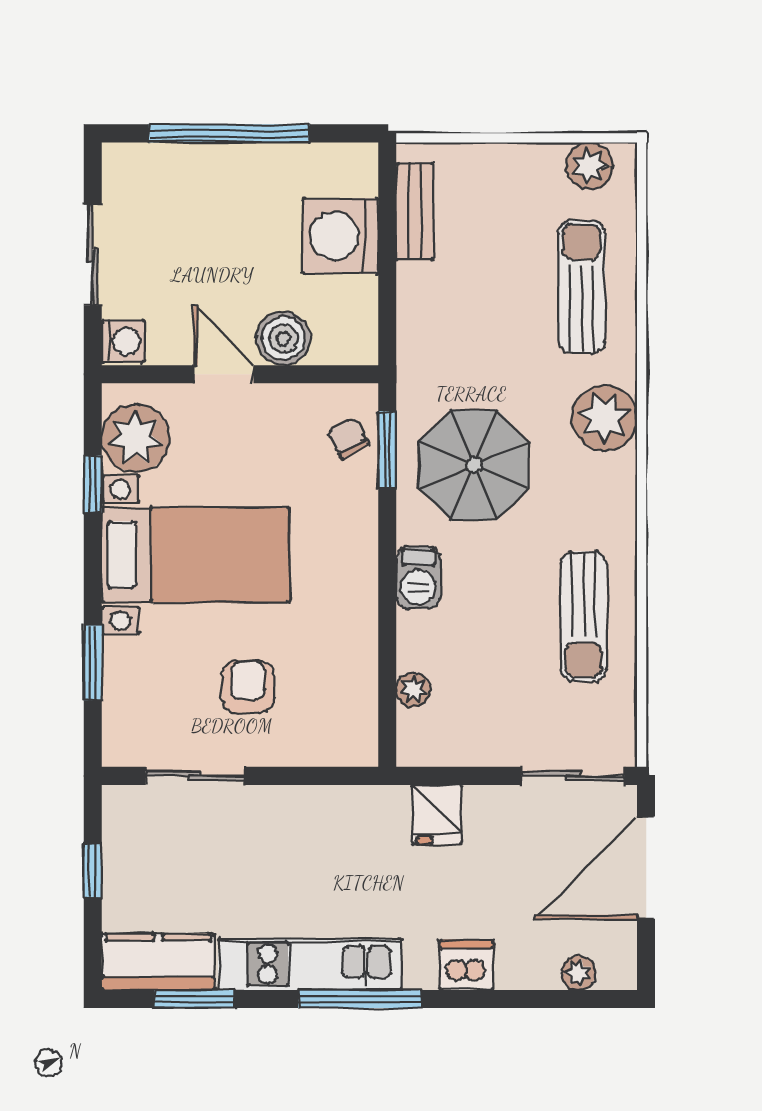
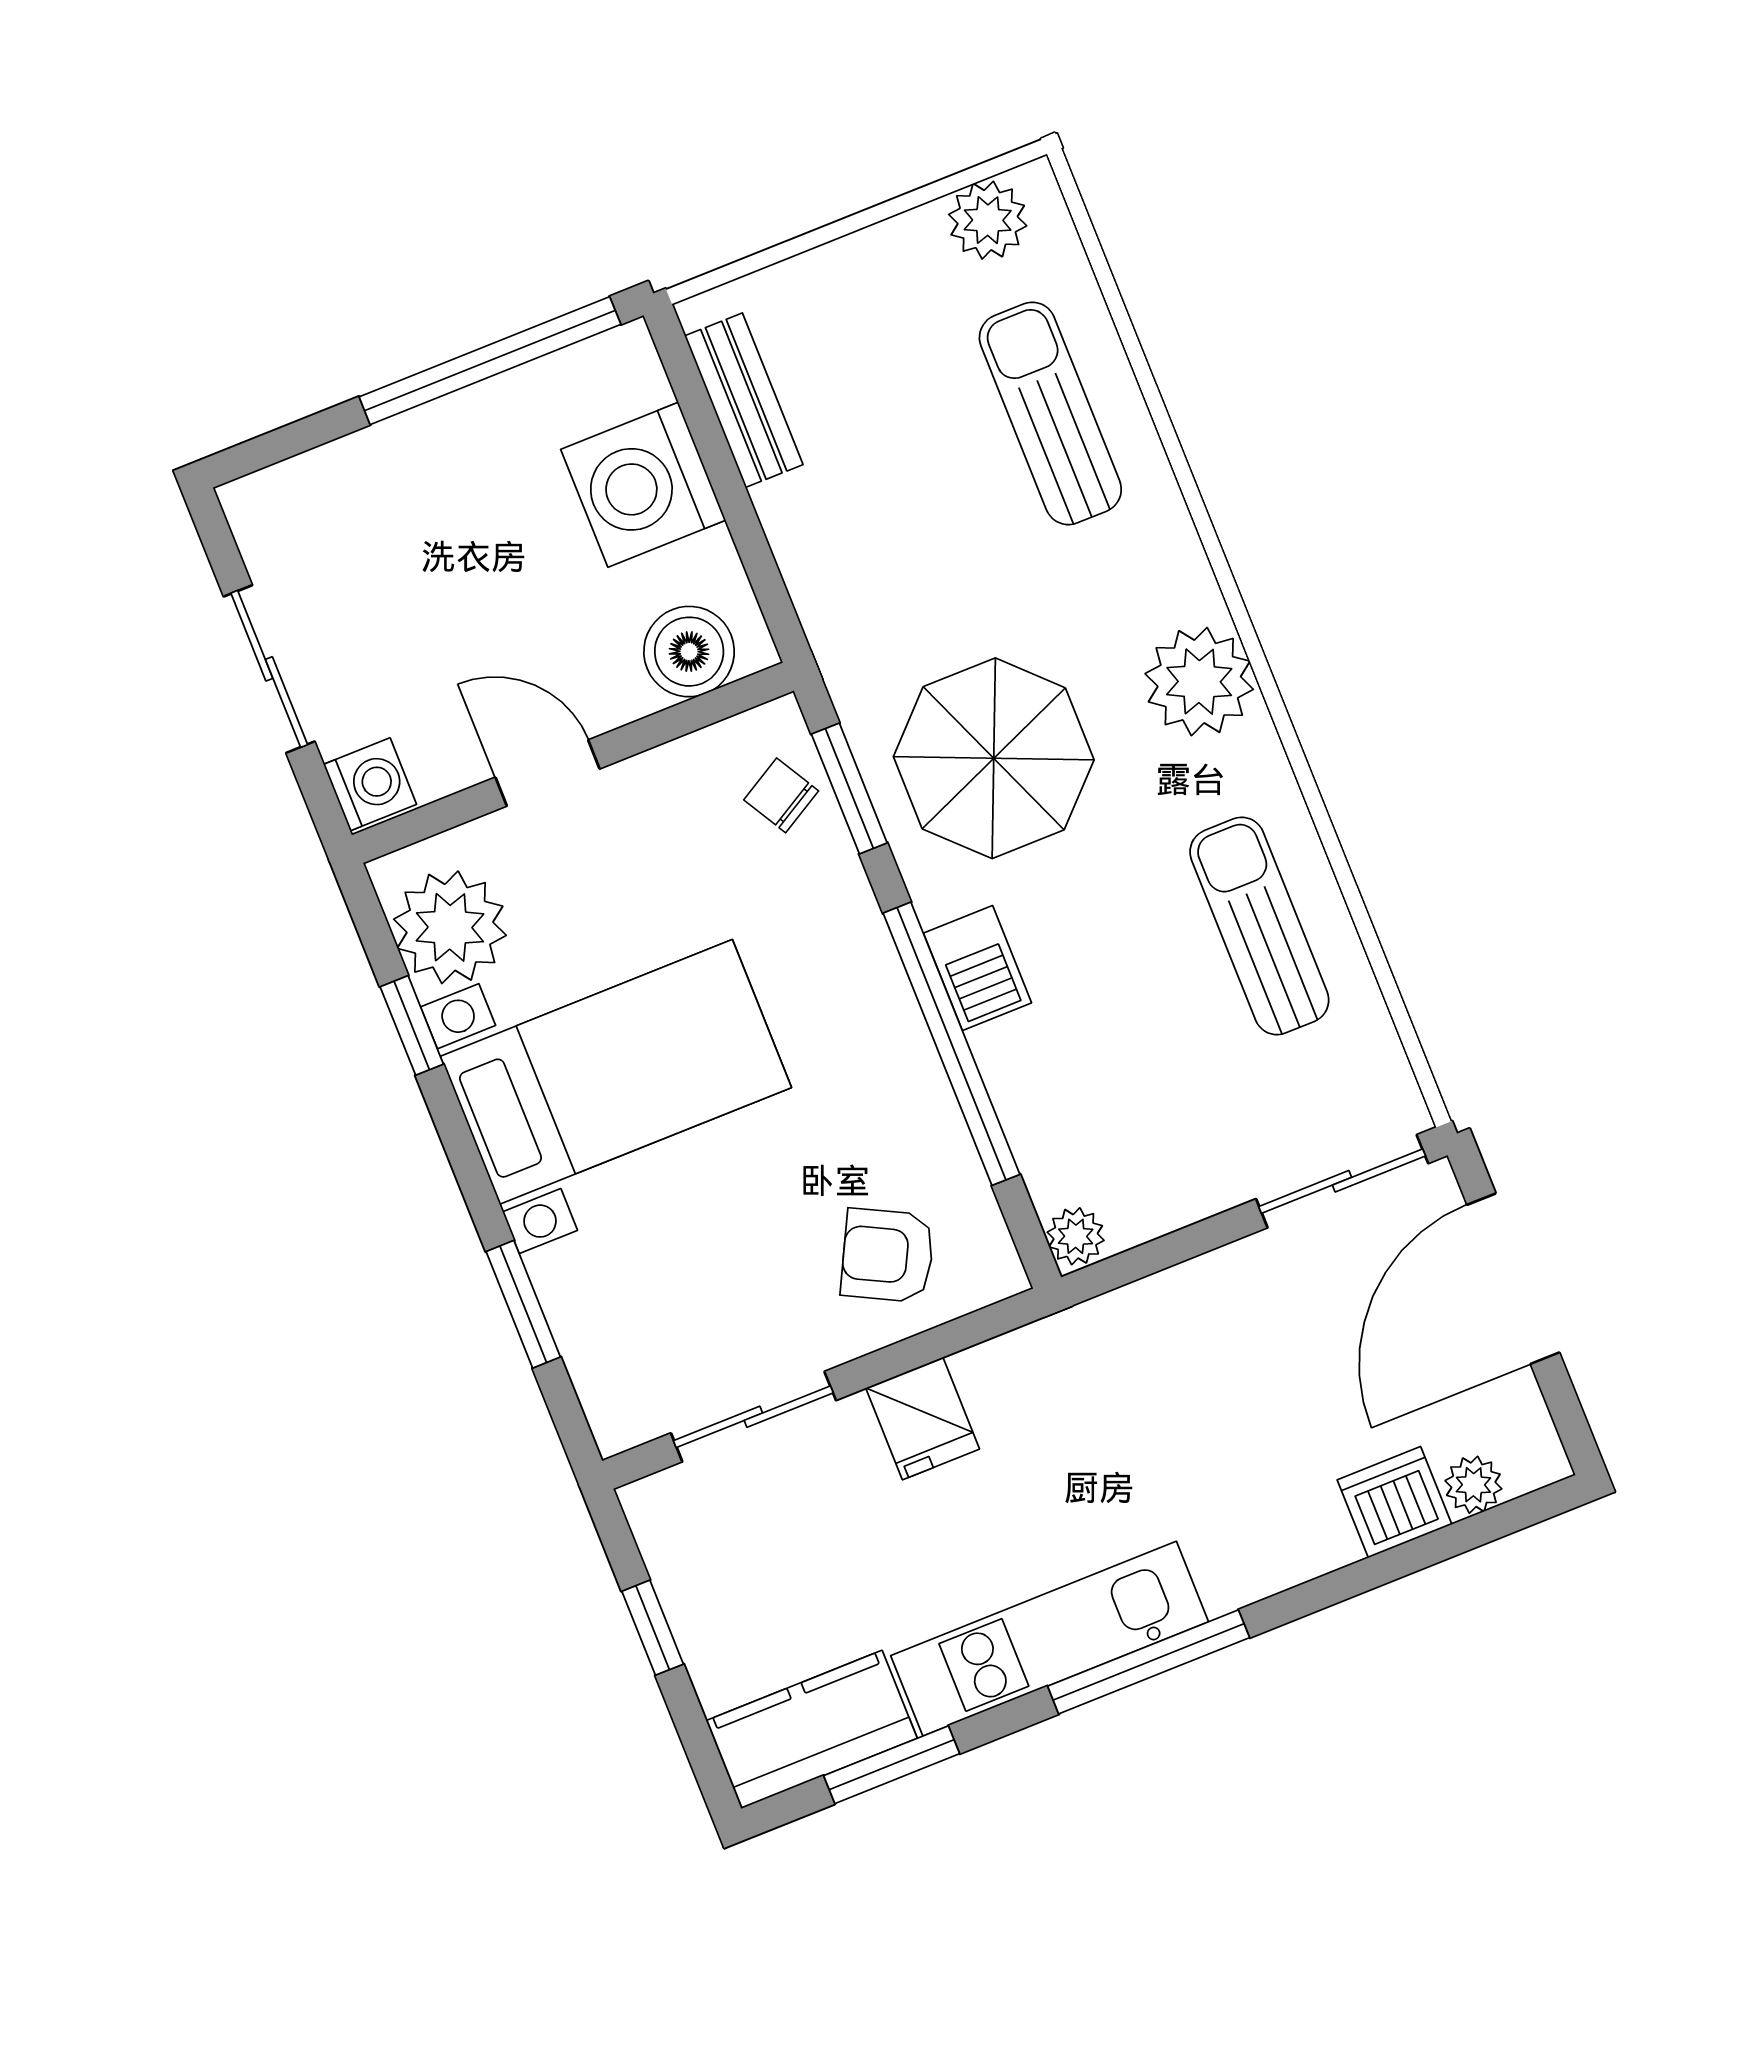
window: (229, 133) -> (490, 361), moved
boiler: (283, 338) -> (689, 652), moved
plant: (604, 418) -> (1199, 682), moved
window: (387, 613) -> (951, 1044), added
sun lounger: (584, 616) -> (1259, 926), turned 180
armchair: (248, 687) -> (888, 1255), moved, turned -63
plant: (413, 690) -> (1076, 1236), moved
fridge: (437, 814) -> (923, 1418), moved
dishwasher: (466, 965) -> (1394, 1502), moved

